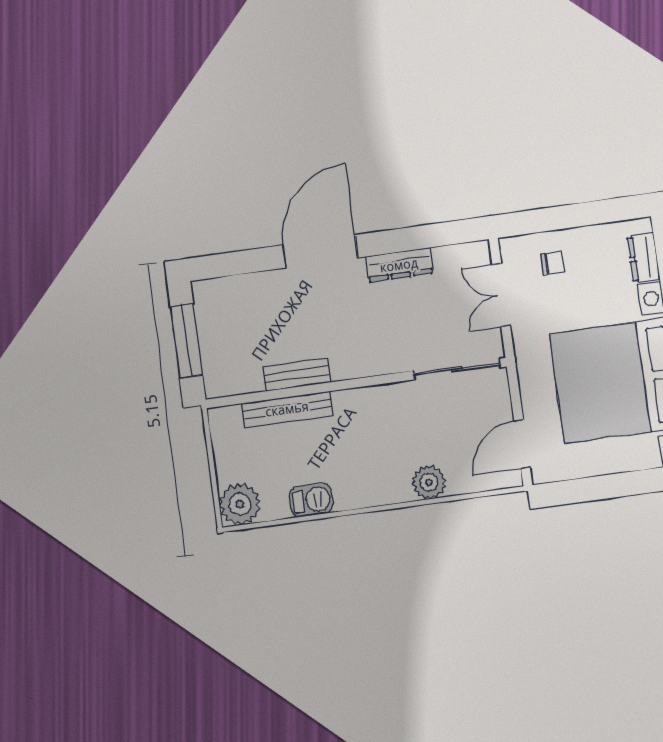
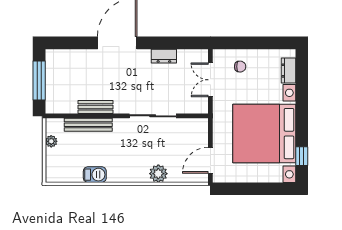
dresser: (399, 265) -> (164, 56), width x0.70
sliding door: (457, 369) -> (153, 116), moved
plant: (240, 504) -> (51, 141), moved, width x0.53, depth x0.53

